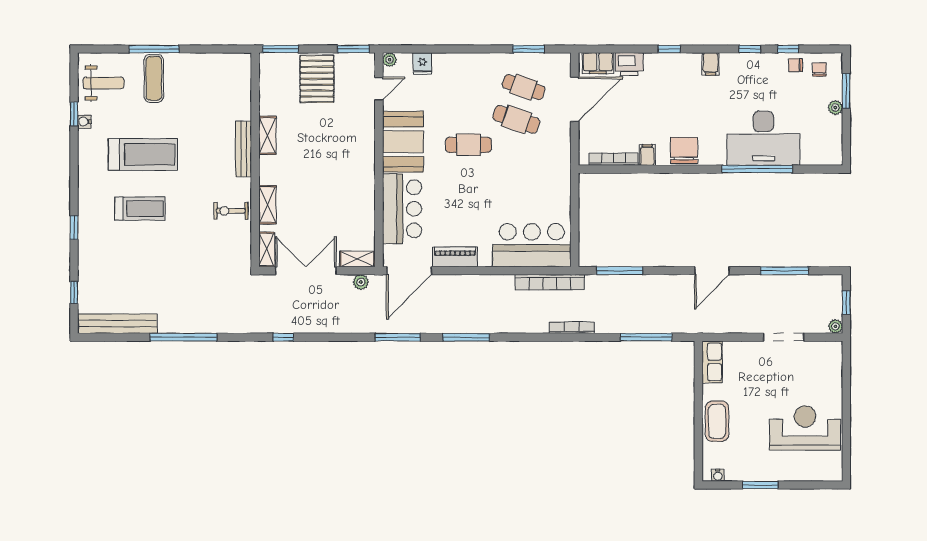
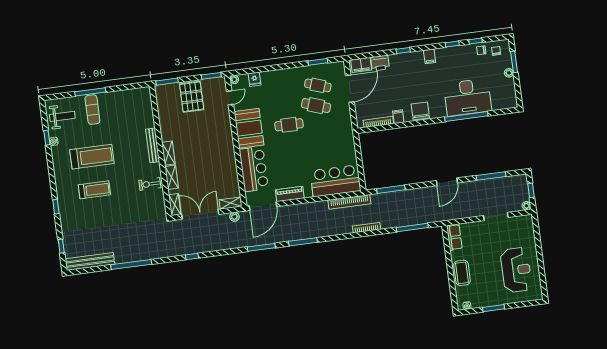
shelving: (267, 135) -> (168, 153), moved
reception desk: (805, 428) -> (516, 270), turned 90

